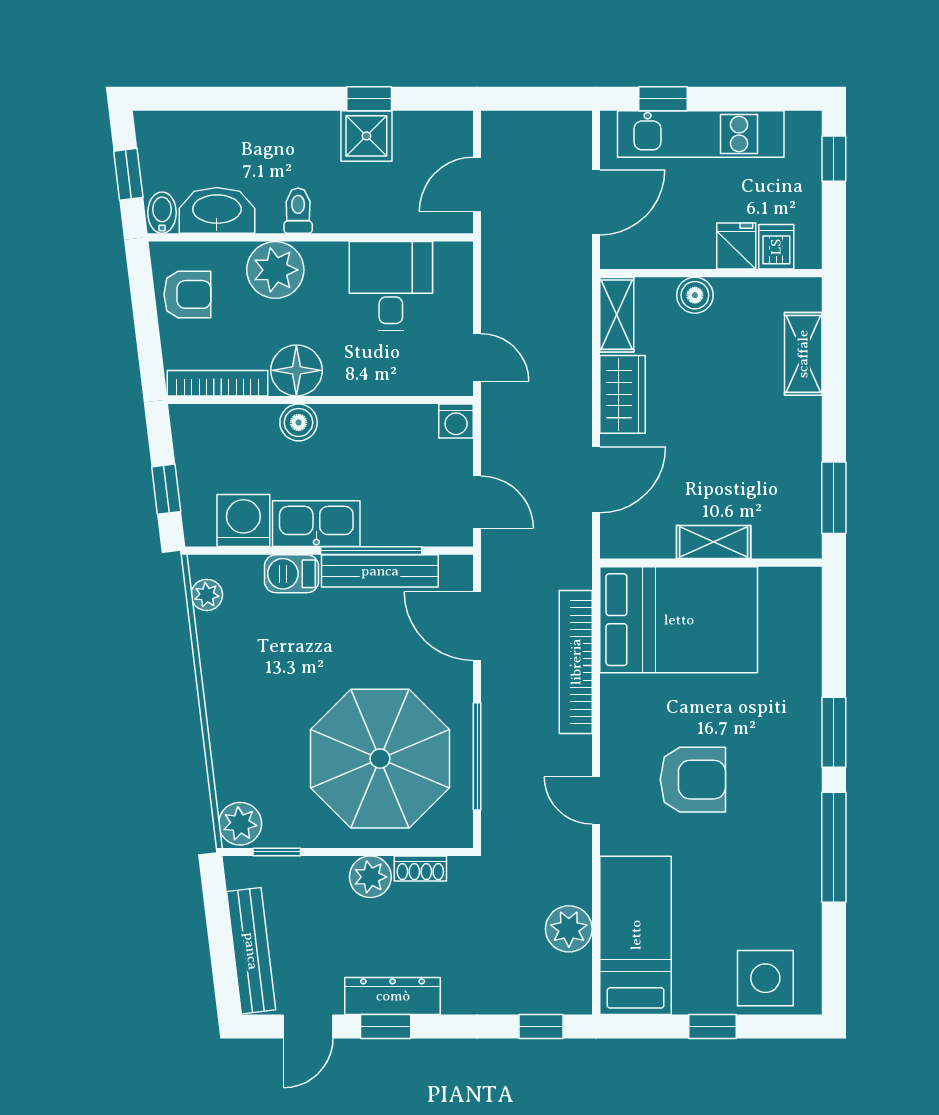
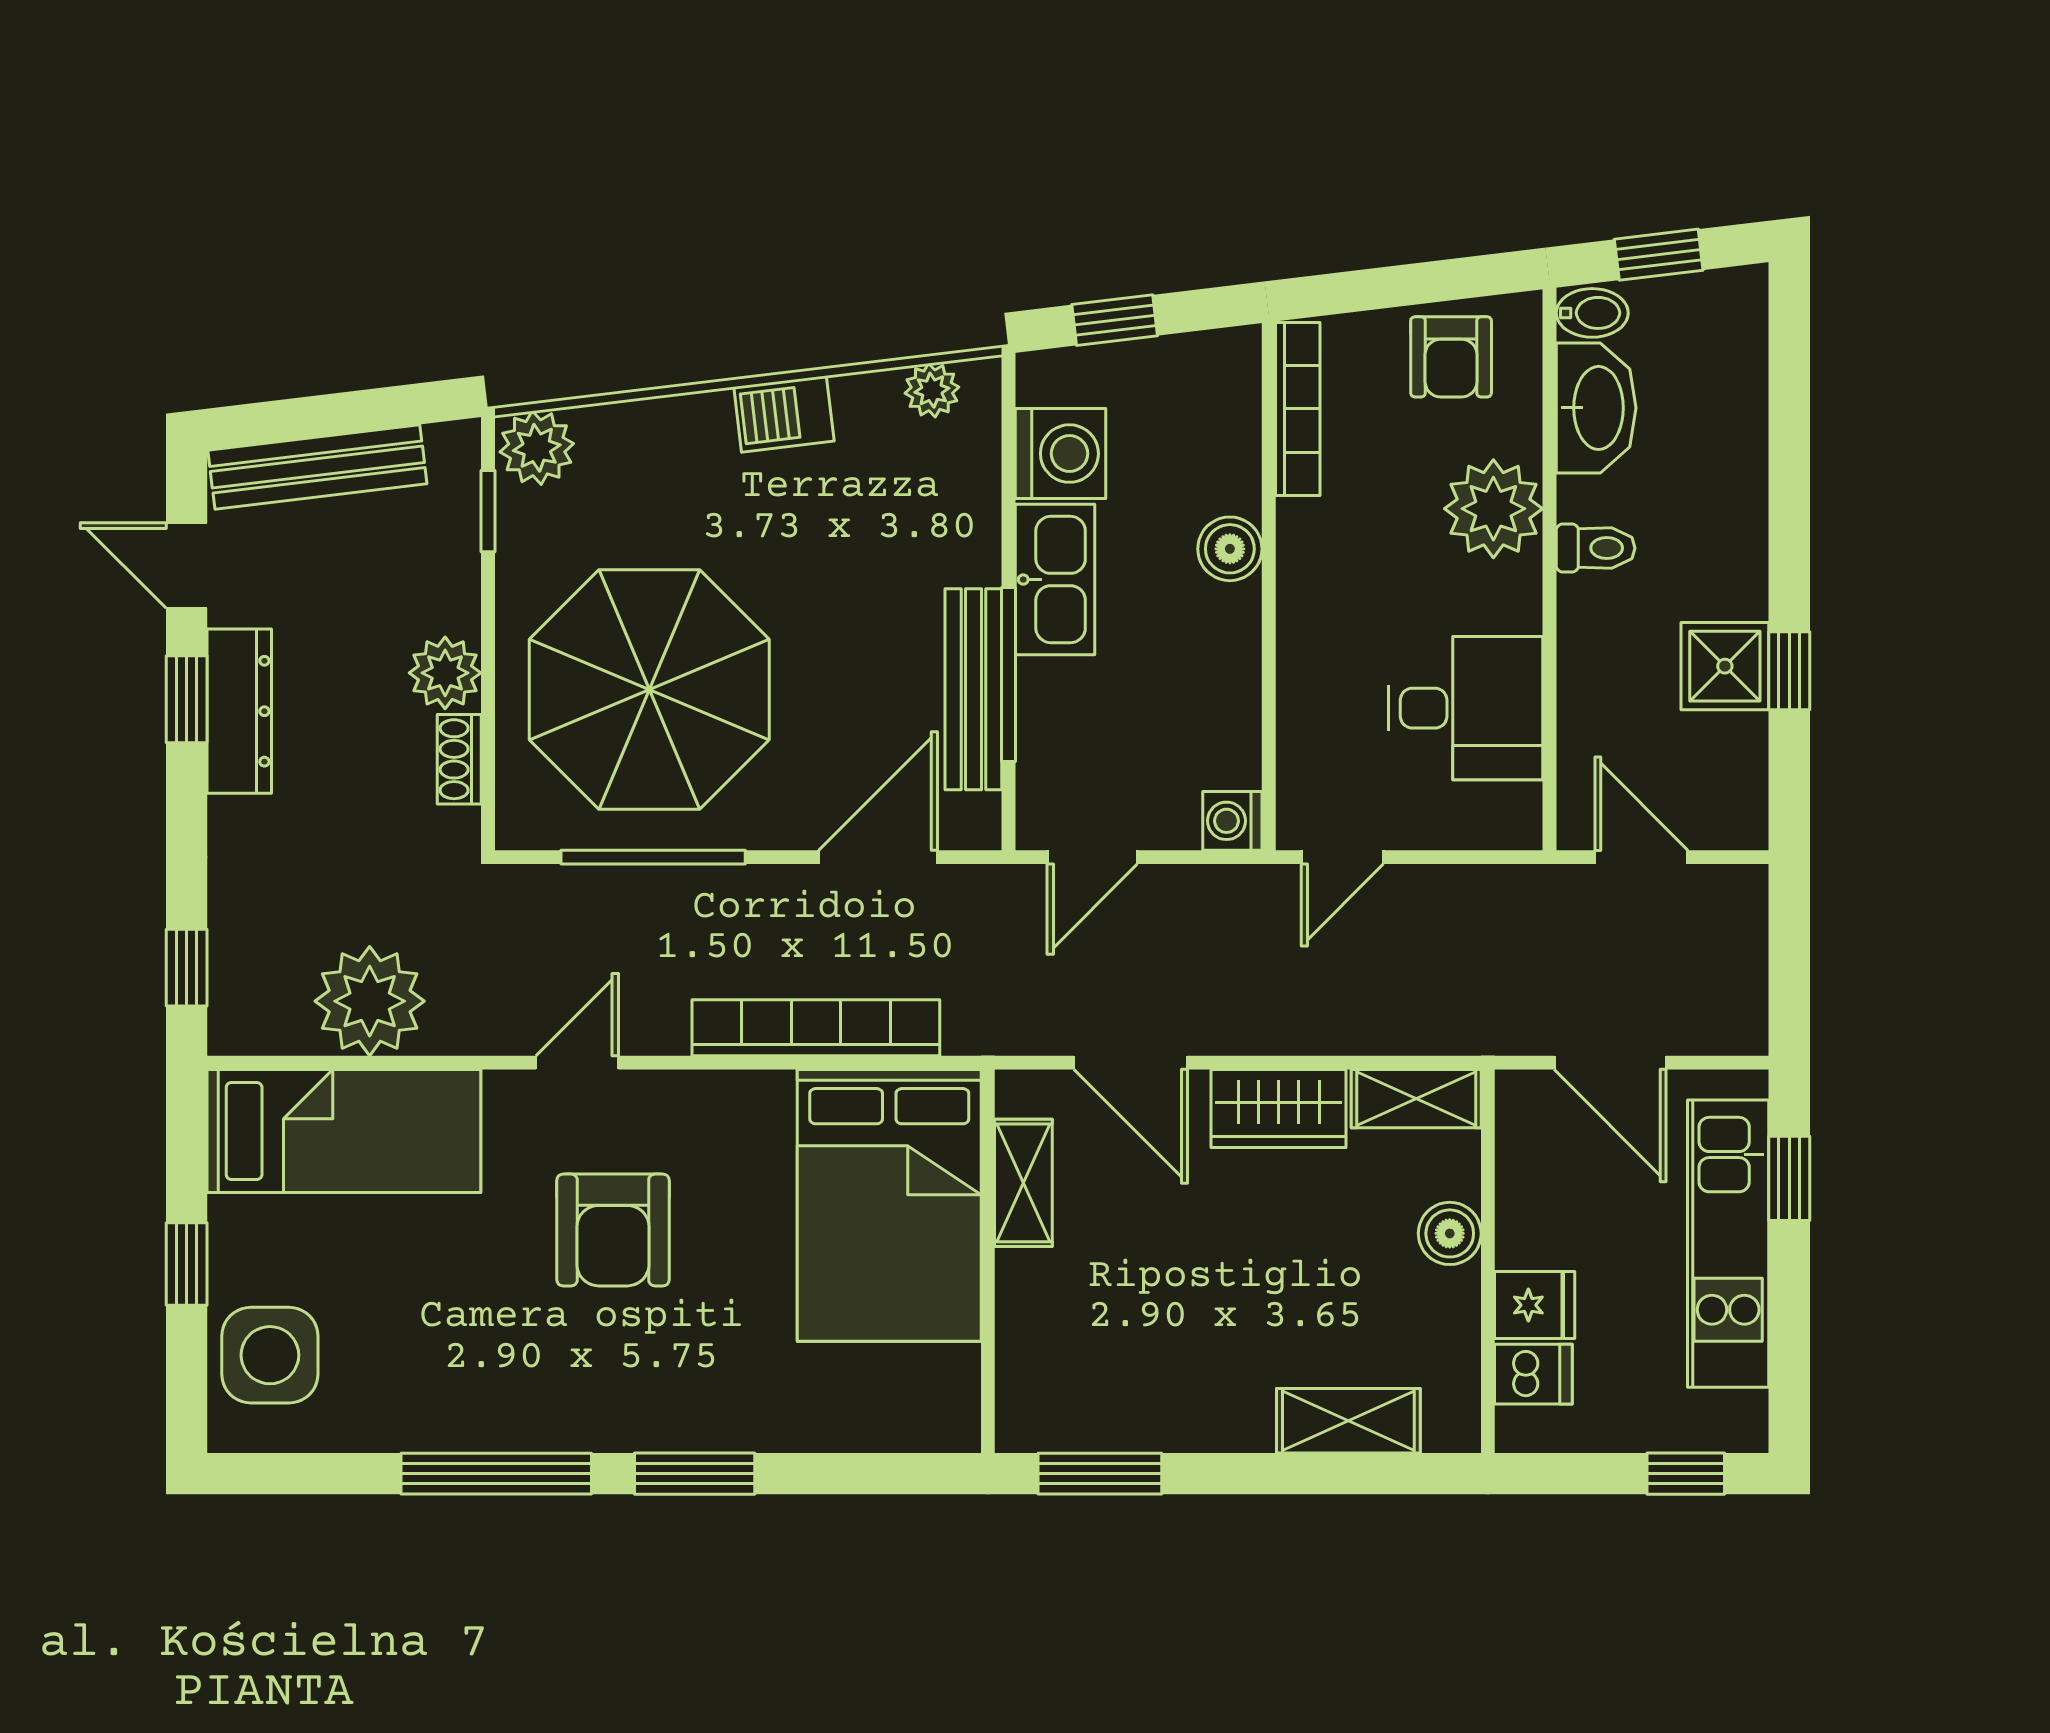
floor lamp: (296, 370) -> (1320, 545), removed
shelving: (714, 542) -> (1023, 1183), moved
barbecue: (292, 574) -> (784, 414), moved, turned -97
plant: (569, 929) -> (370, 1001), width x1.36, depth x1.36

